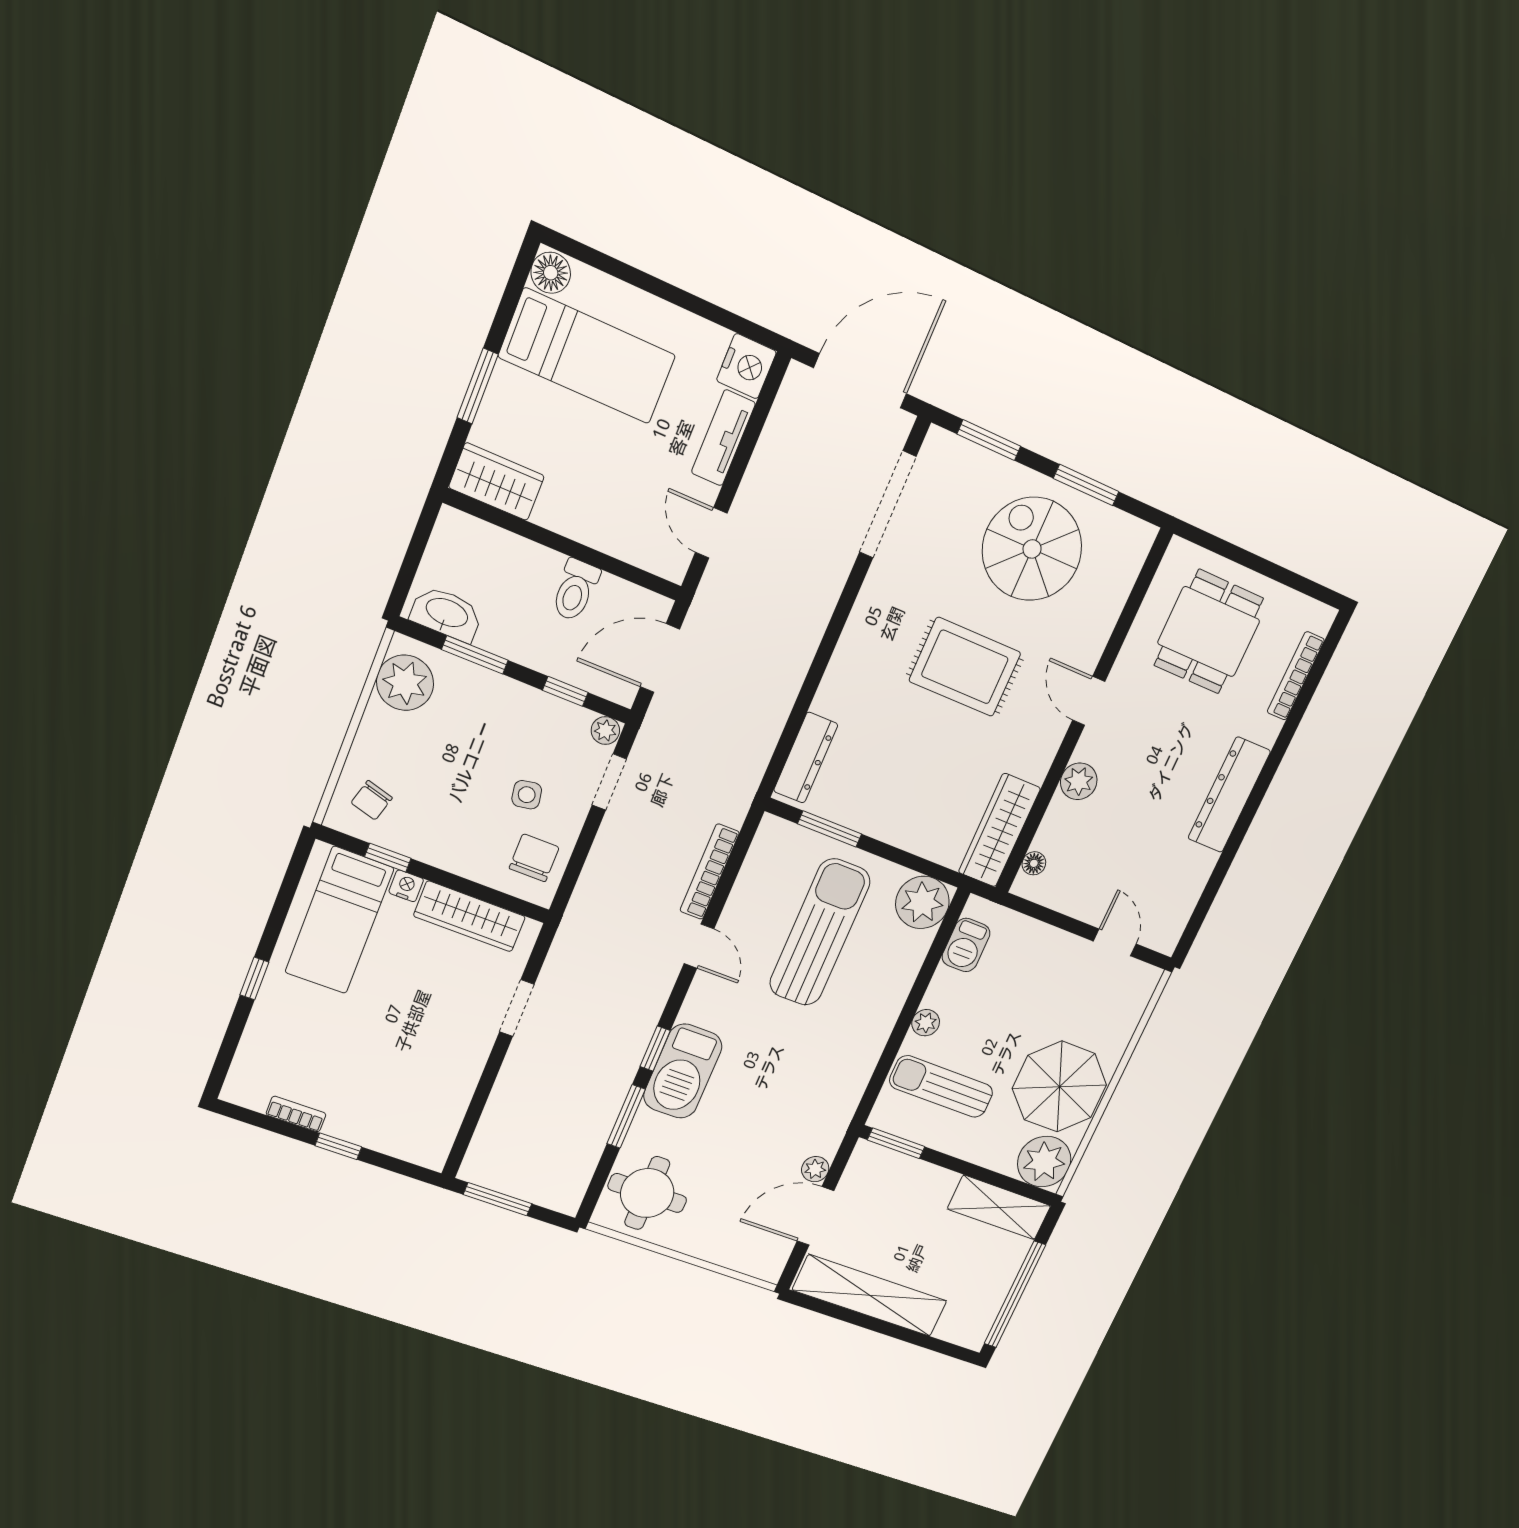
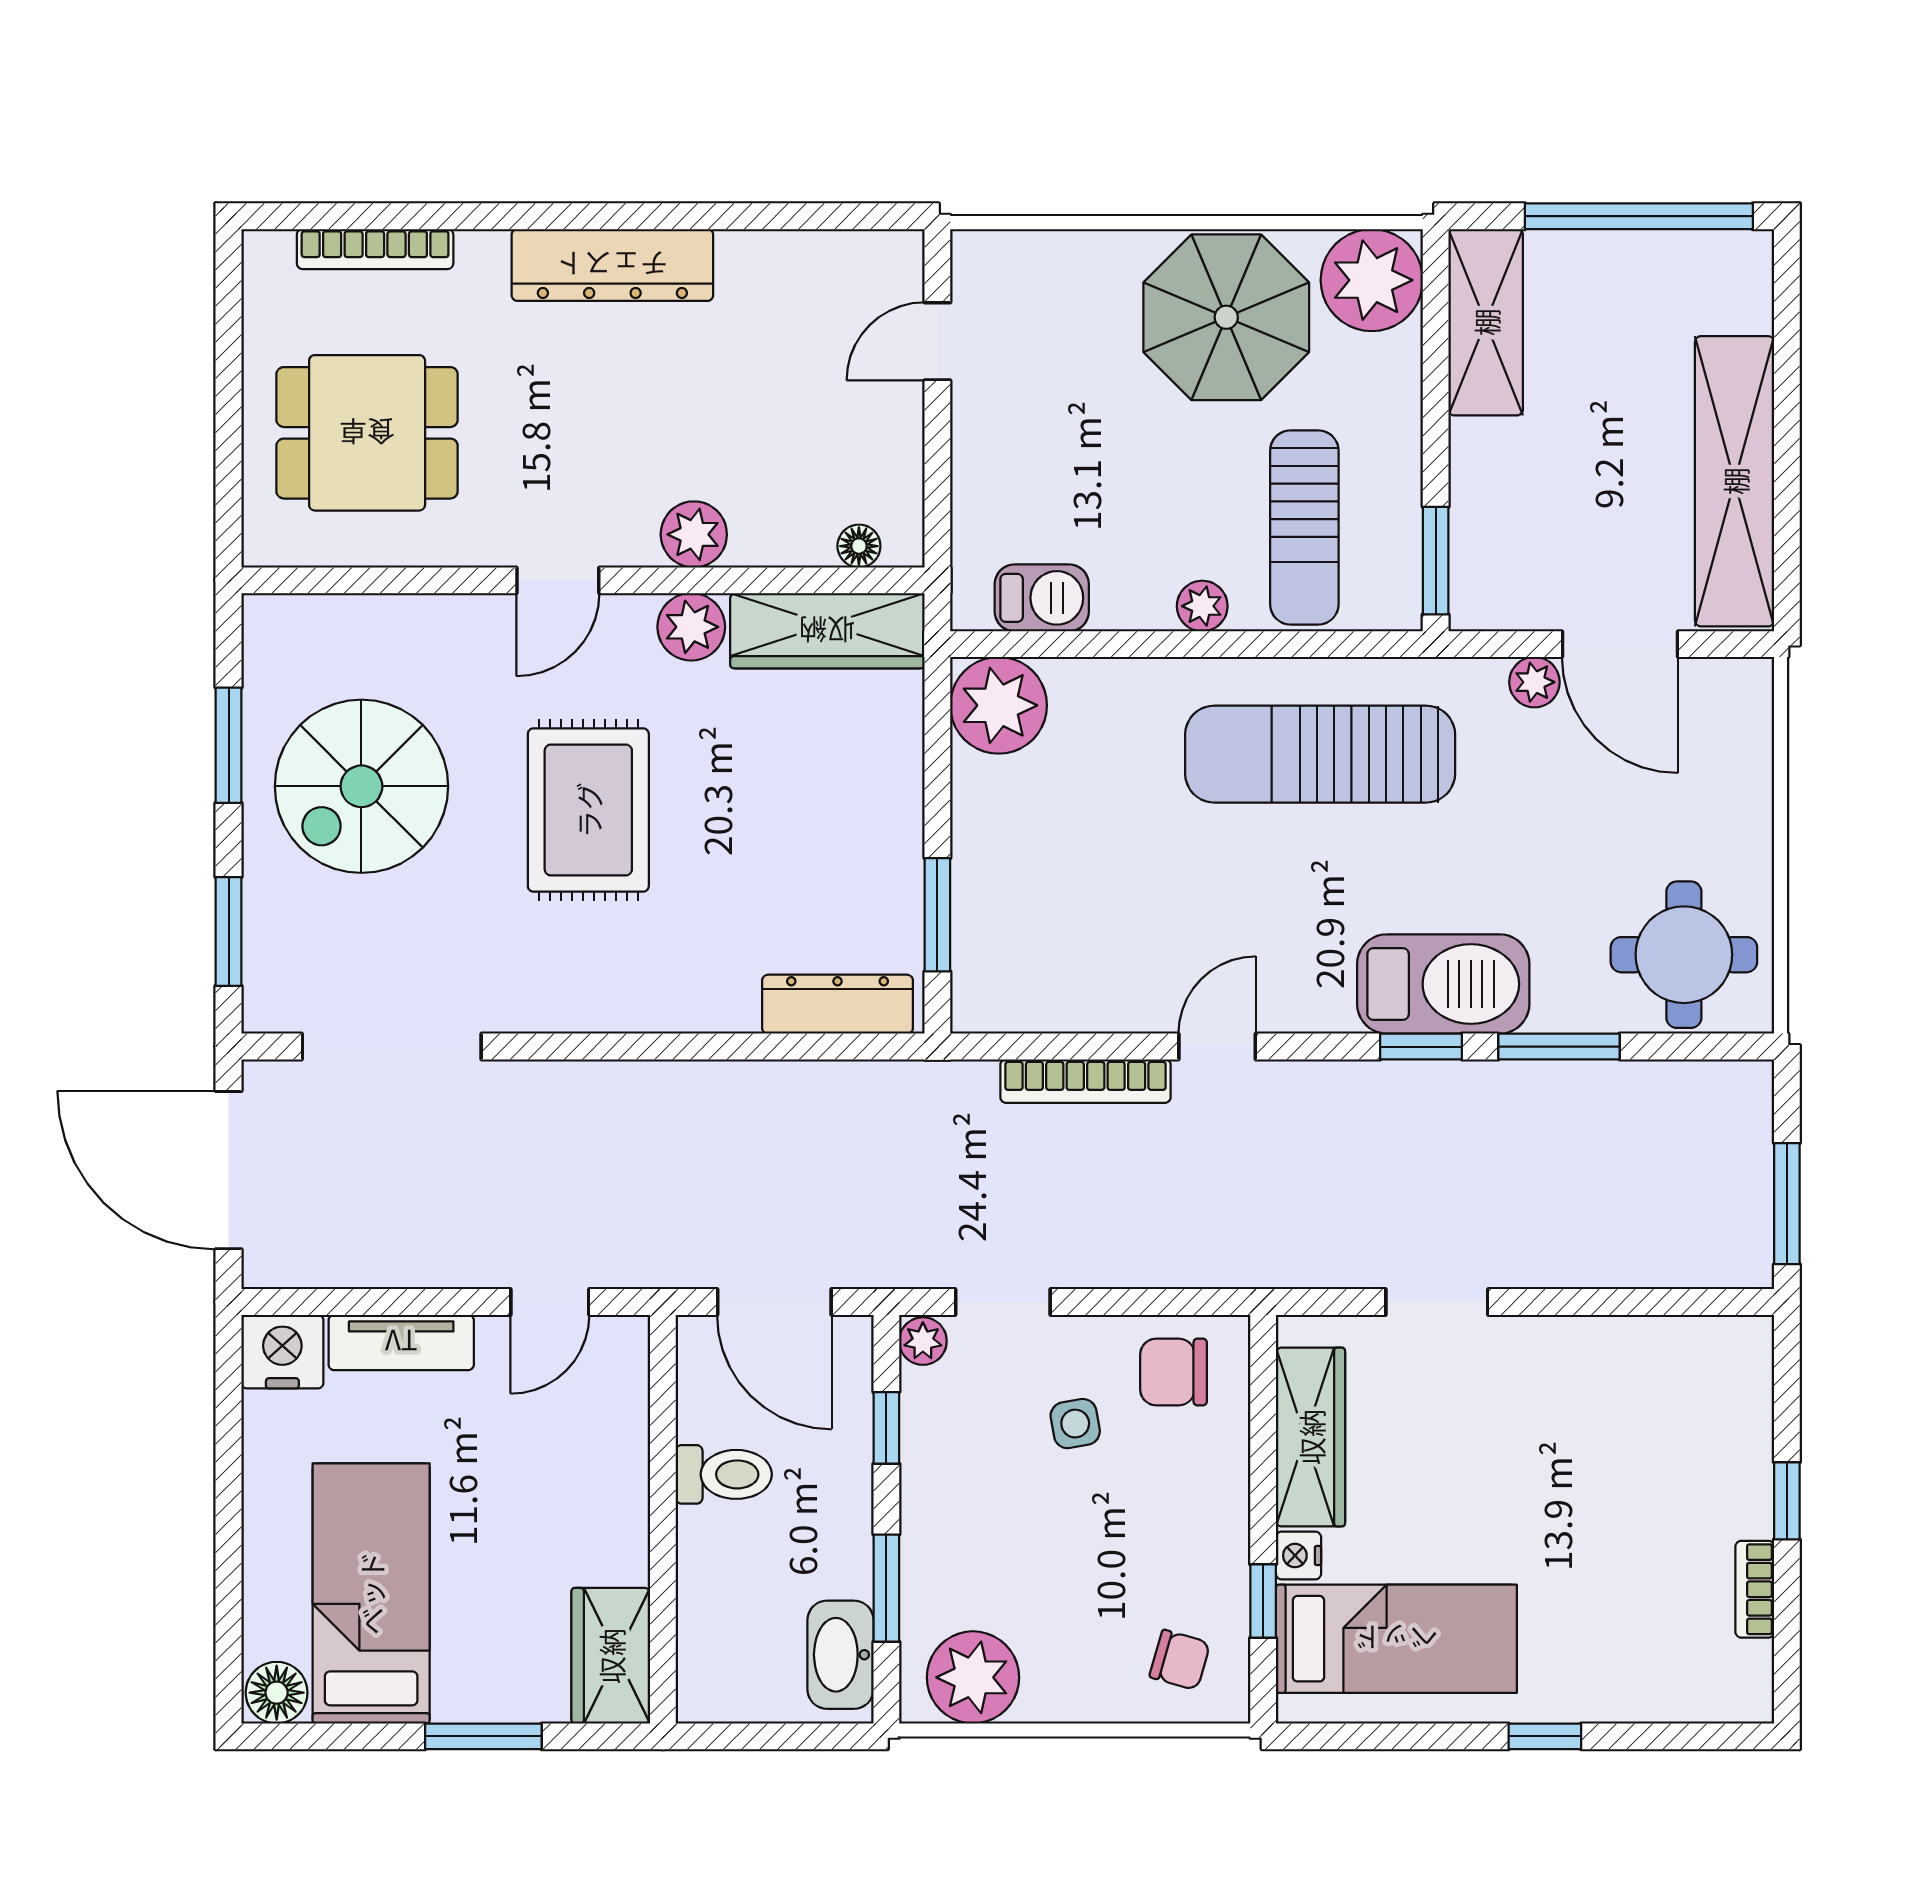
plant: (1033, 761) -> (691, 627), added
sun lounger: (820, 932) -> (1320, 754), moved

